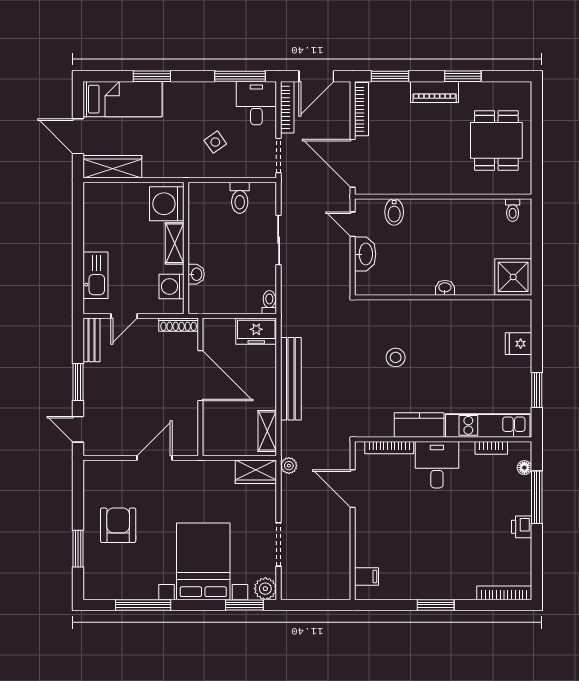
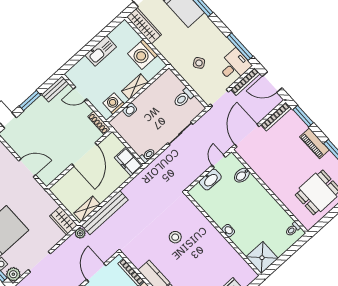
washing machine: (167, 204) -> (143, 54), moved, turned -90
kitchen sink: (95, 275) -> (101, 51), moved
bench: (291, 379) -> (105, 213), moved

